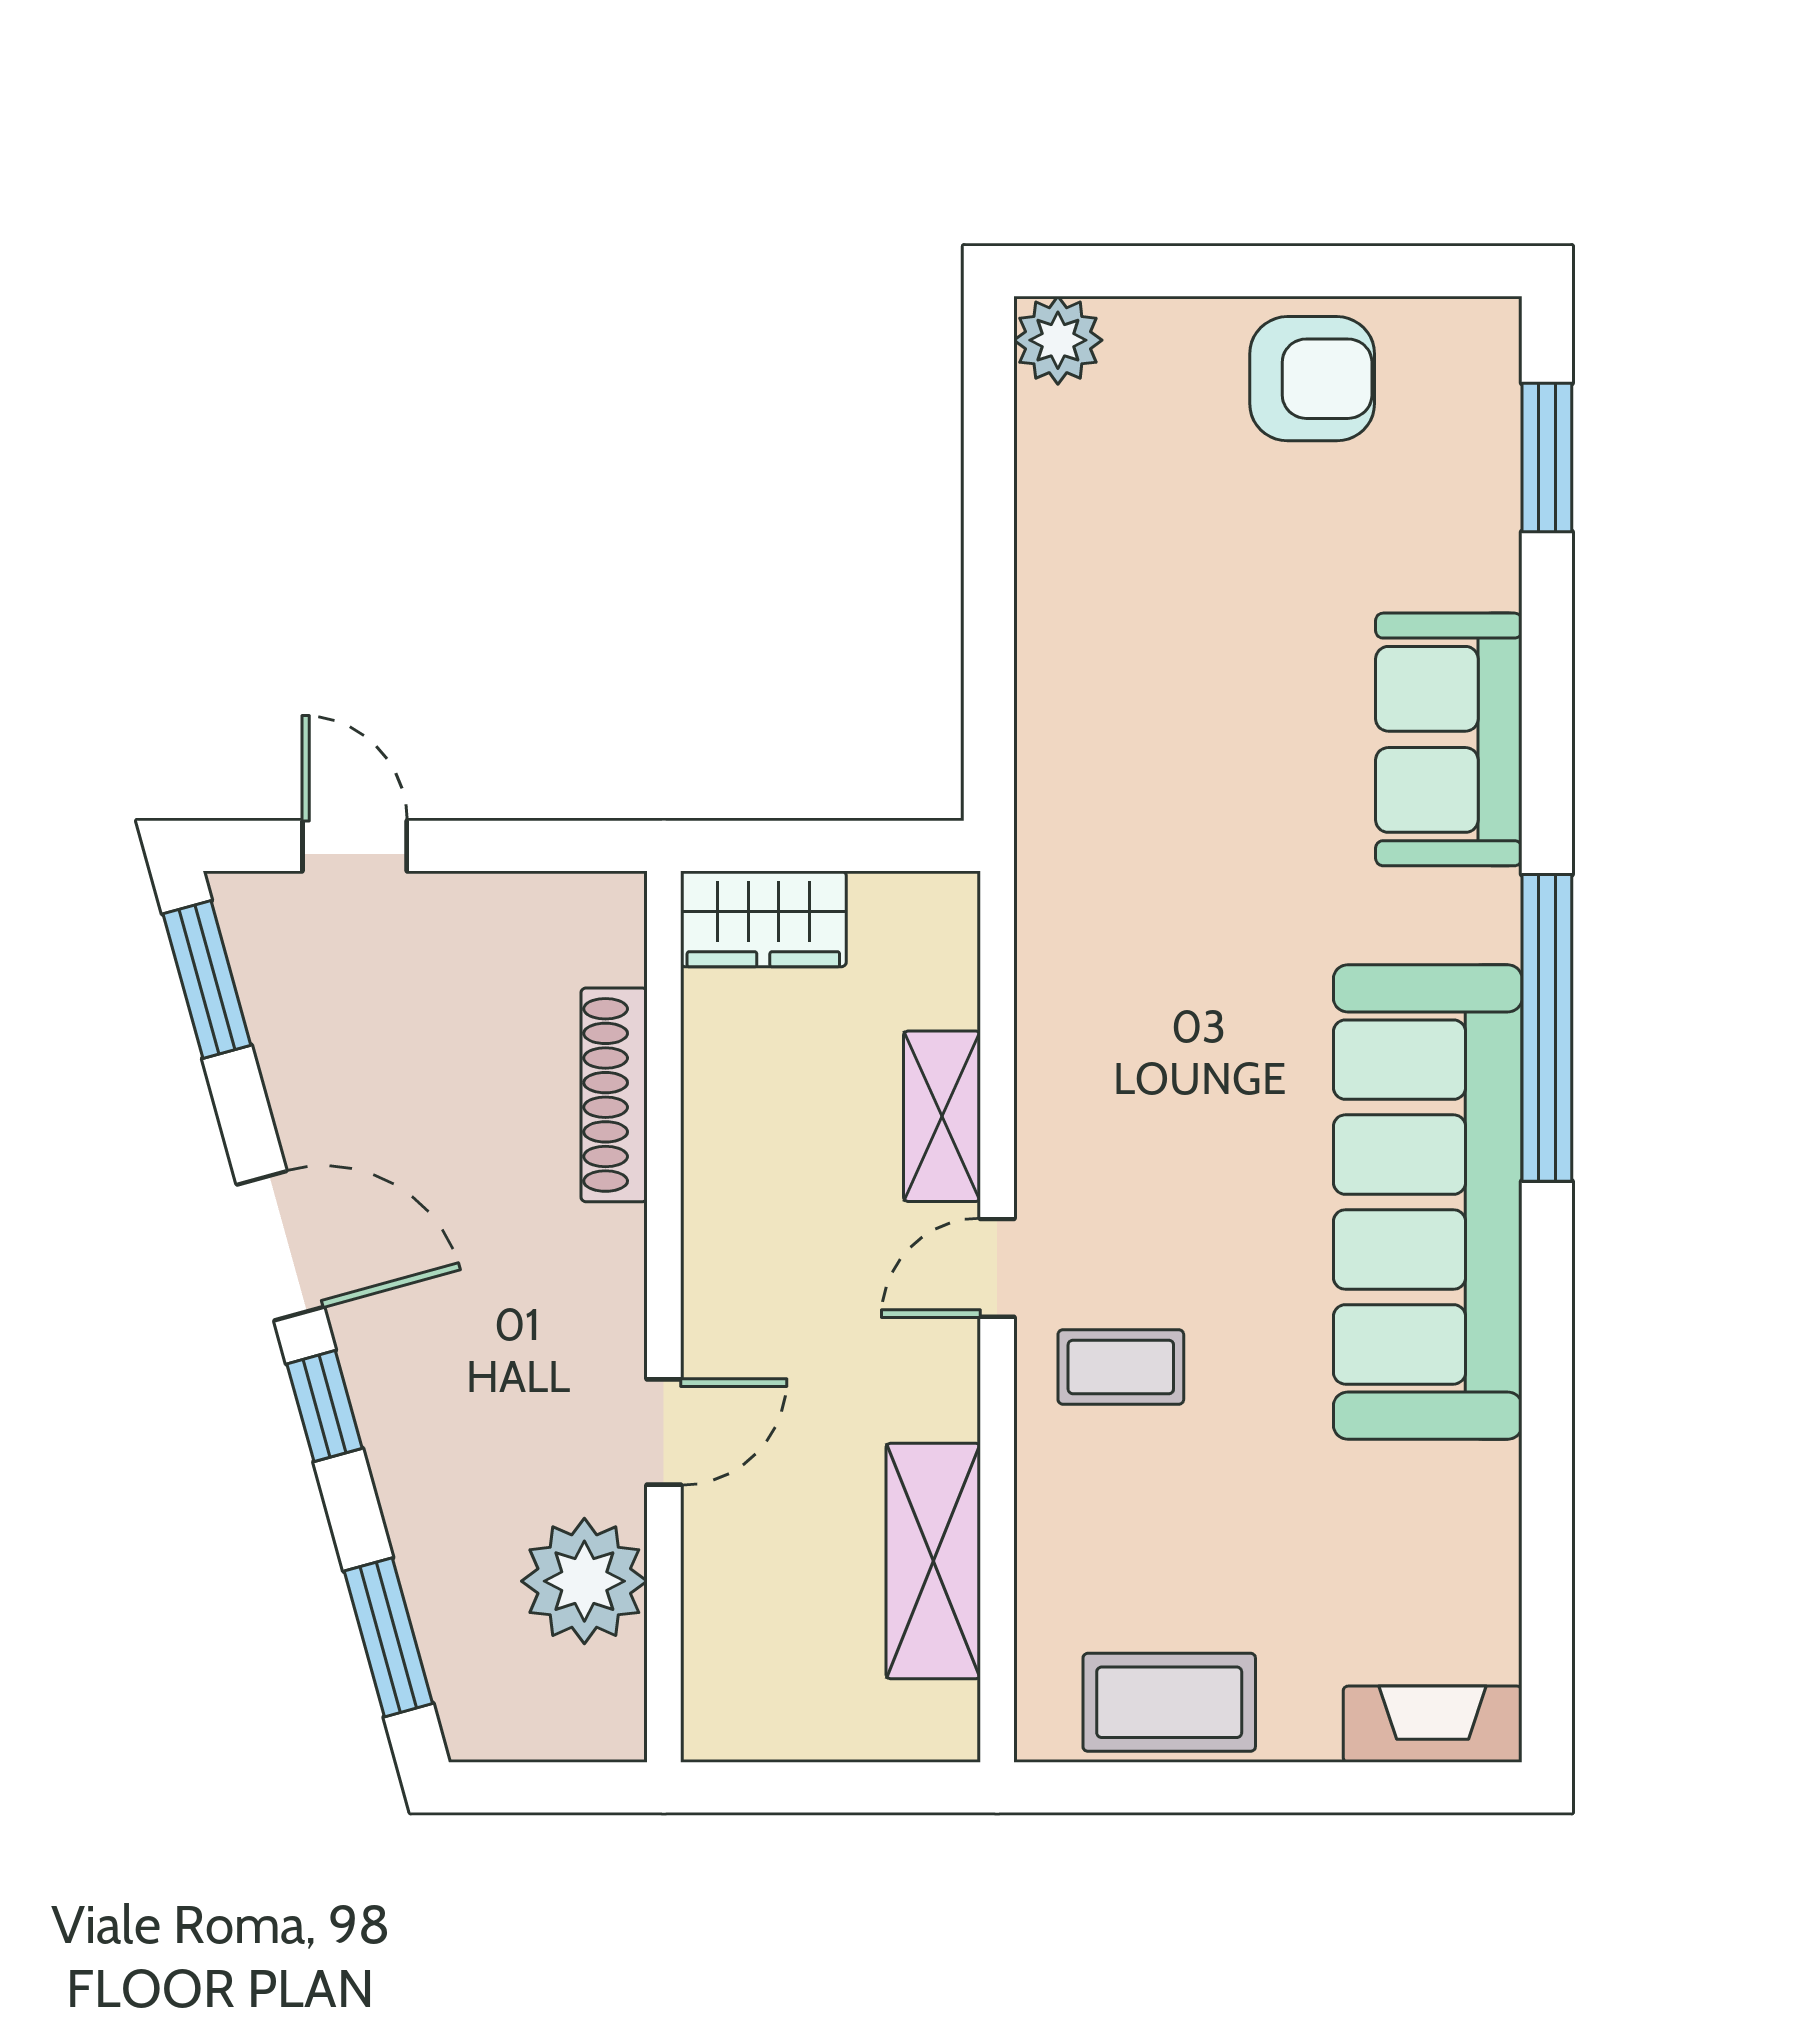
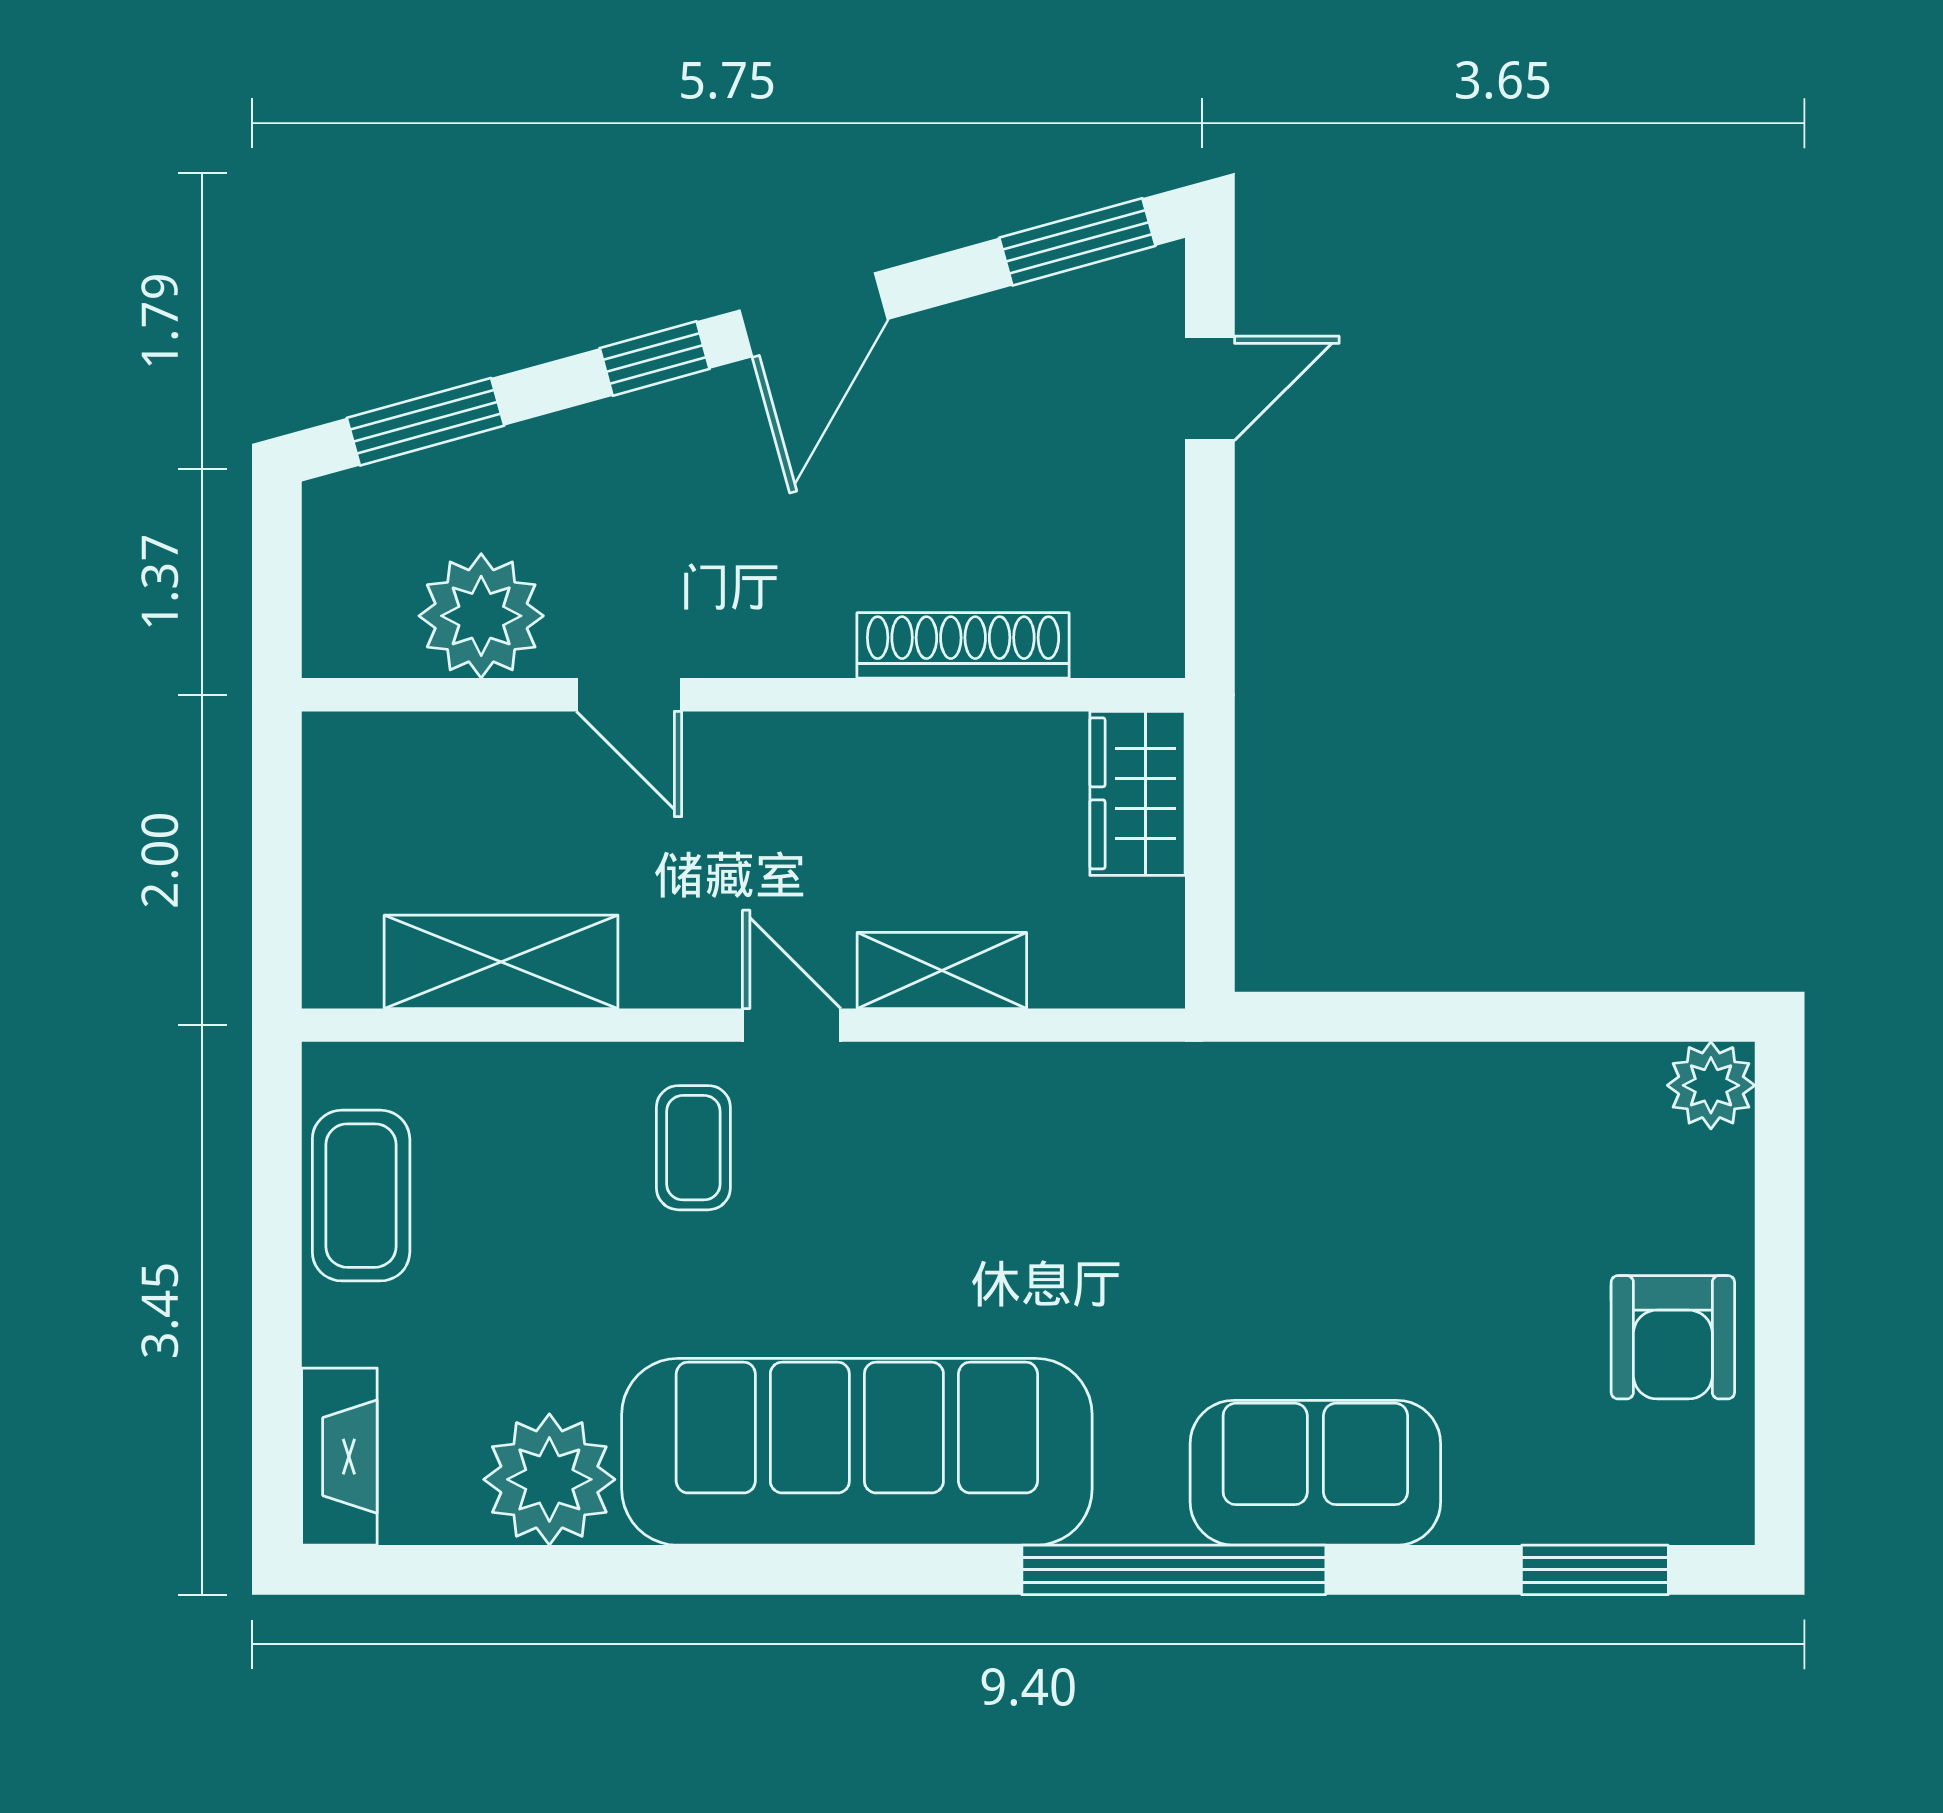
window: (1547, 1028) -> (1174, 1570), moved
plant: (1456, 1512) -> (549, 1479), added

